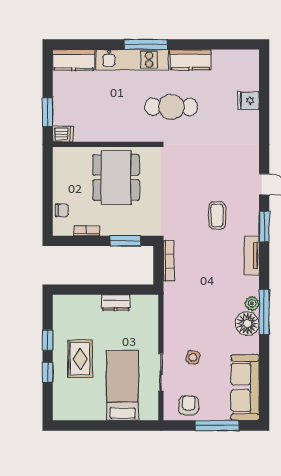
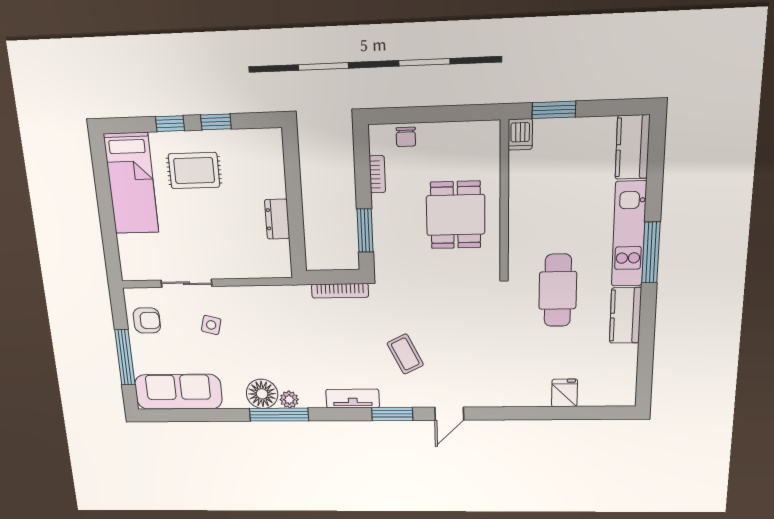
dining table: (116, 178) -> (456, 215), width x0.73
coffee table: (217, 215) -> (405, 354), turned 64
bed: (122, 385) -> (131, 184), moved, turned 90

